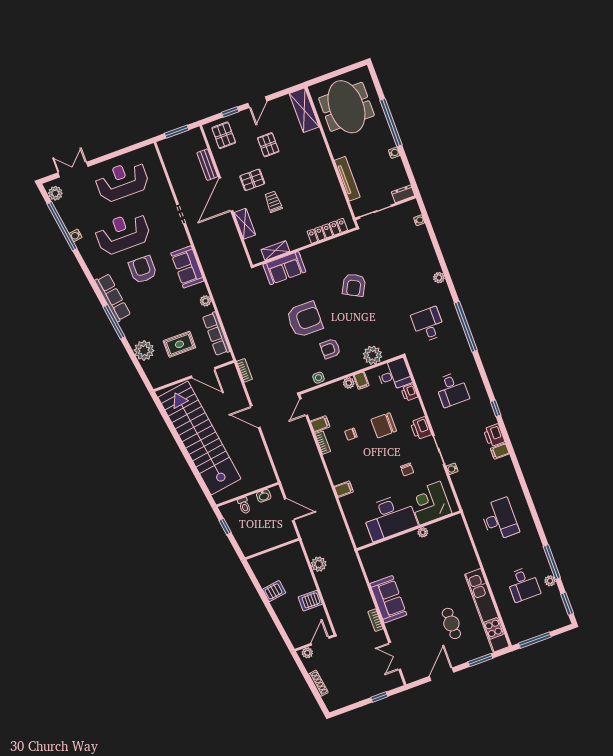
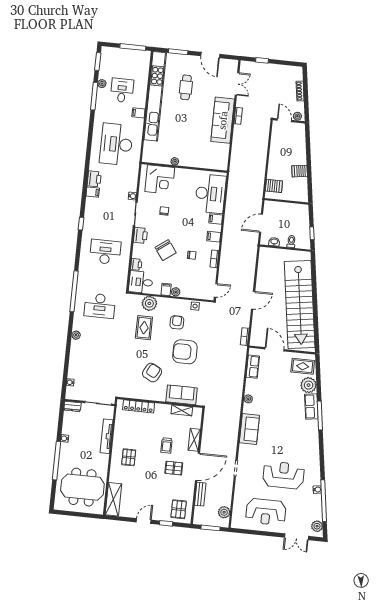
meeting table: (346, 107) -> (82, 487), turned 90
pallet: (268, 145) -> (129, 457), moved
reception desk: (123, 233) -> (283, 475), turned 180
armchair: (143, 270) -> (282, 443), removed
armchair: (354, 285) -> (152, 373), moved
row of seats: (113, 298) -> (311, 406), moved, width x0.68
rug: (365, 324) -> (144, 328), added
desk: (428, 325) -> (100, 306), width x1.37
row of seats: (216, 334) -> (253, 367), width x0.68
rug: (179, 344) -> (303, 366), moved
armchair: (330, 349) -> (177, 322), turned -90
desk: (452, 389) -> (105, 252), width x1.37
door: (255, 417) -> (253, 300), hinge flipped
filing cabinet: (320, 424) -> (214, 237), moved
chair: (384, 425) -> (166, 250), turned 54
printer: (494, 435) -> (94, 179), moved
door: (289, 510) -> (261, 223), hinge flipped
desk: (390, 517) -> (210, 194), moved, turned 90
desk: (499, 519) -> (116, 144), width x1.36, depth x1.30
plant: (319, 564) -> (224, 512), moved
filing cabinet: (492, 568) -> (138, 113), added
sofa: (388, 599) -> (223, 120), width x1.36
server rack: (310, 601) -> (274, 186), moved
kitchen unit: (487, 610) -> (155, 96), width x1.36
door: (320, 641) -> (284, 120), swing flipped
door: (442, 674) -> (210, 55), hinge flipped

